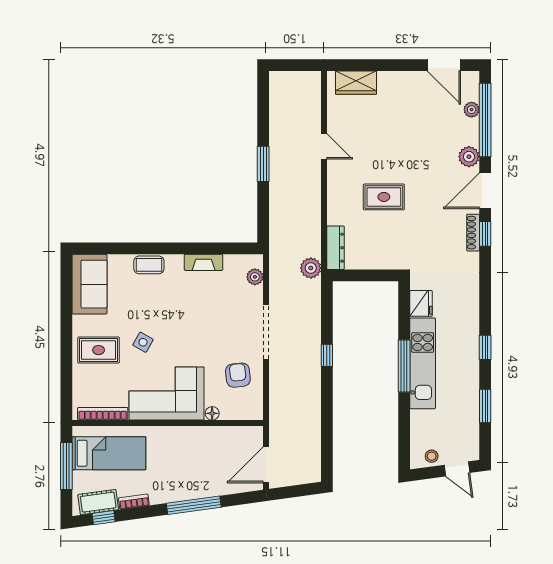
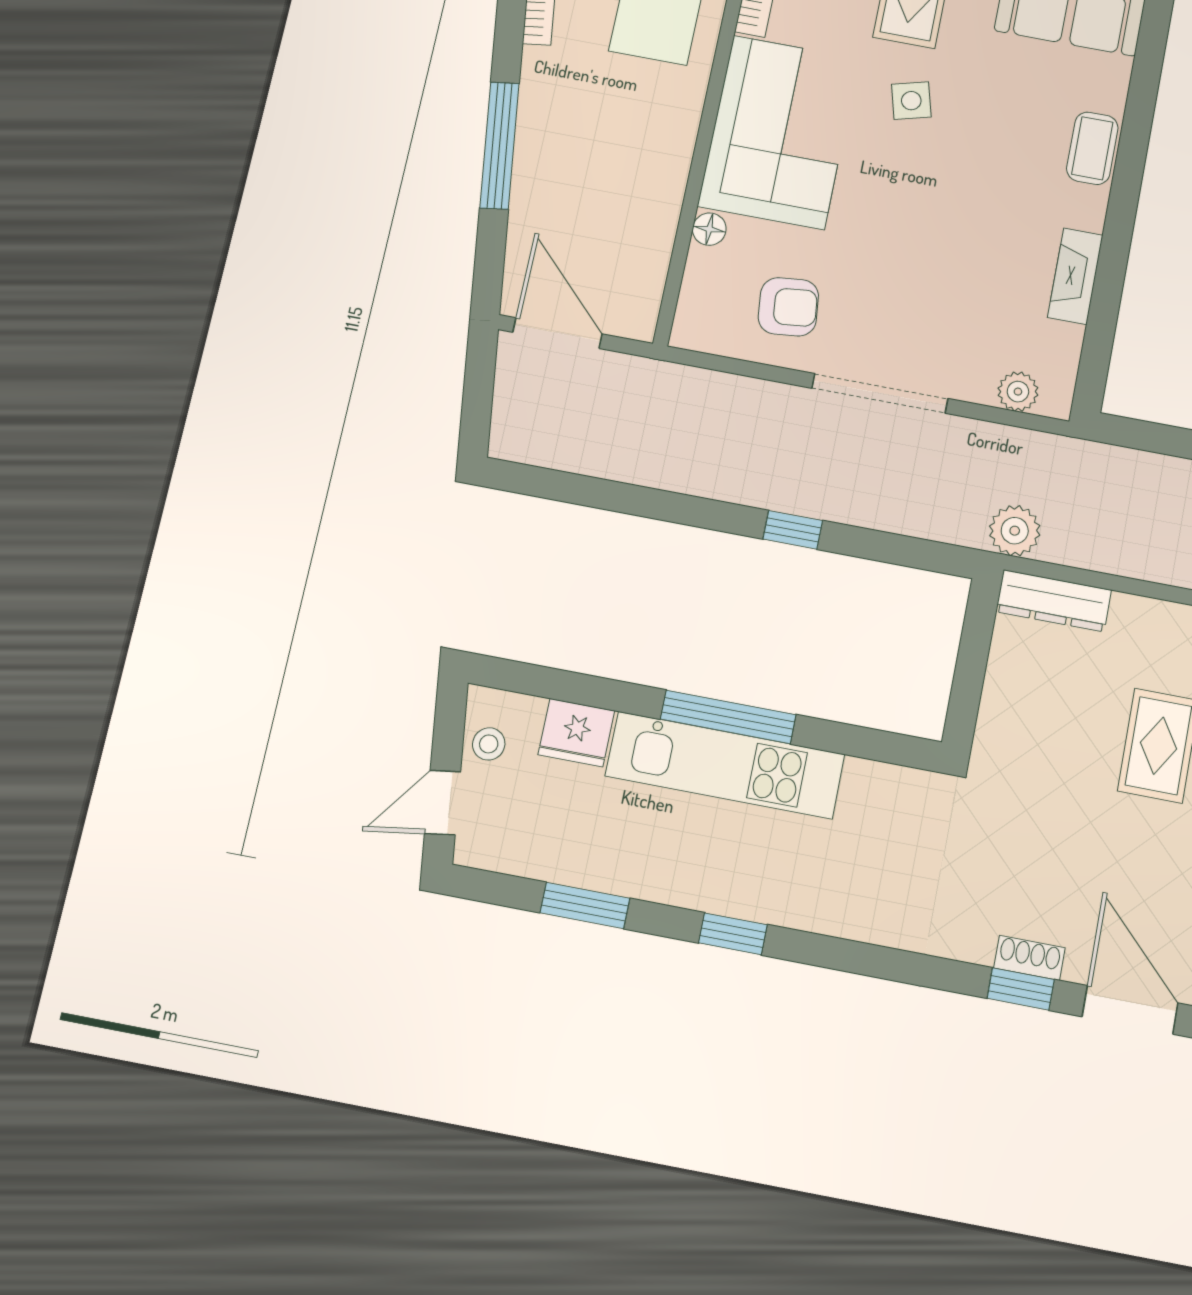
shoe rack: (473, 233) -> (1029, 958), width x0.70
fridge: (421, 303) -> (576, 733), moved
side table: (143, 342) -> (911, 101), turned 45

